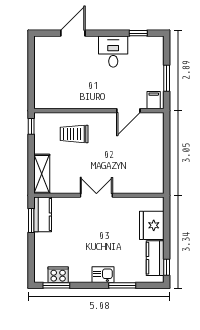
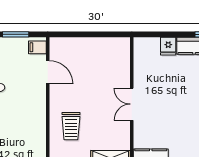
fridge: (152, 225) -> (168, 46), width x0.53, depth x0.75

